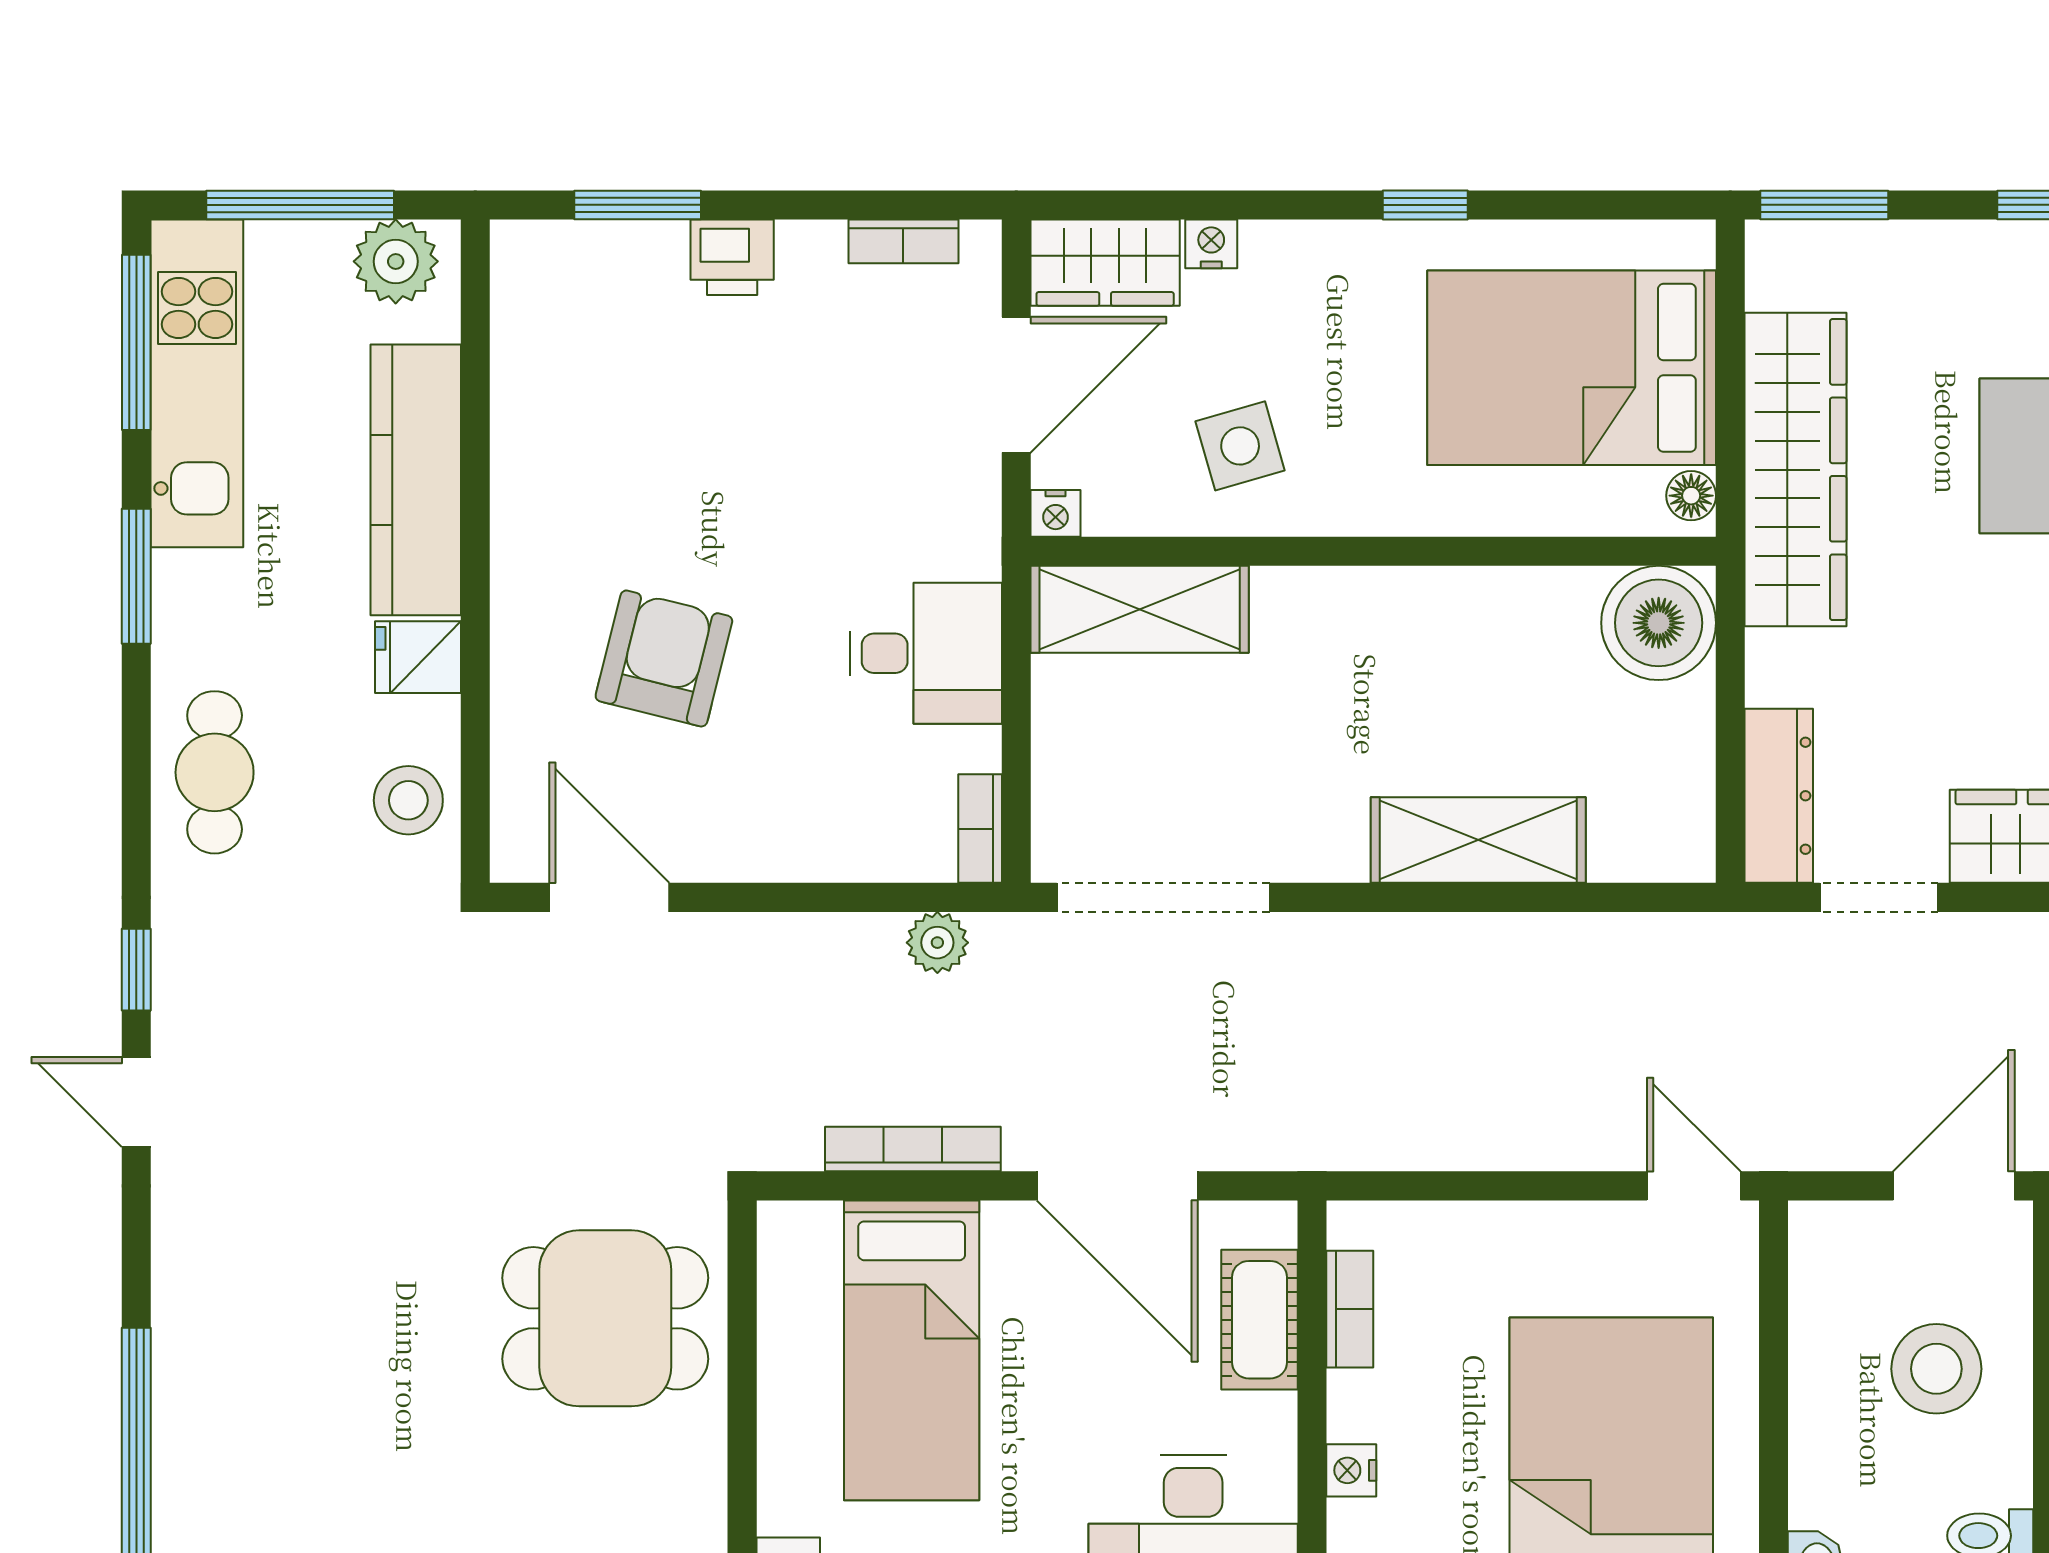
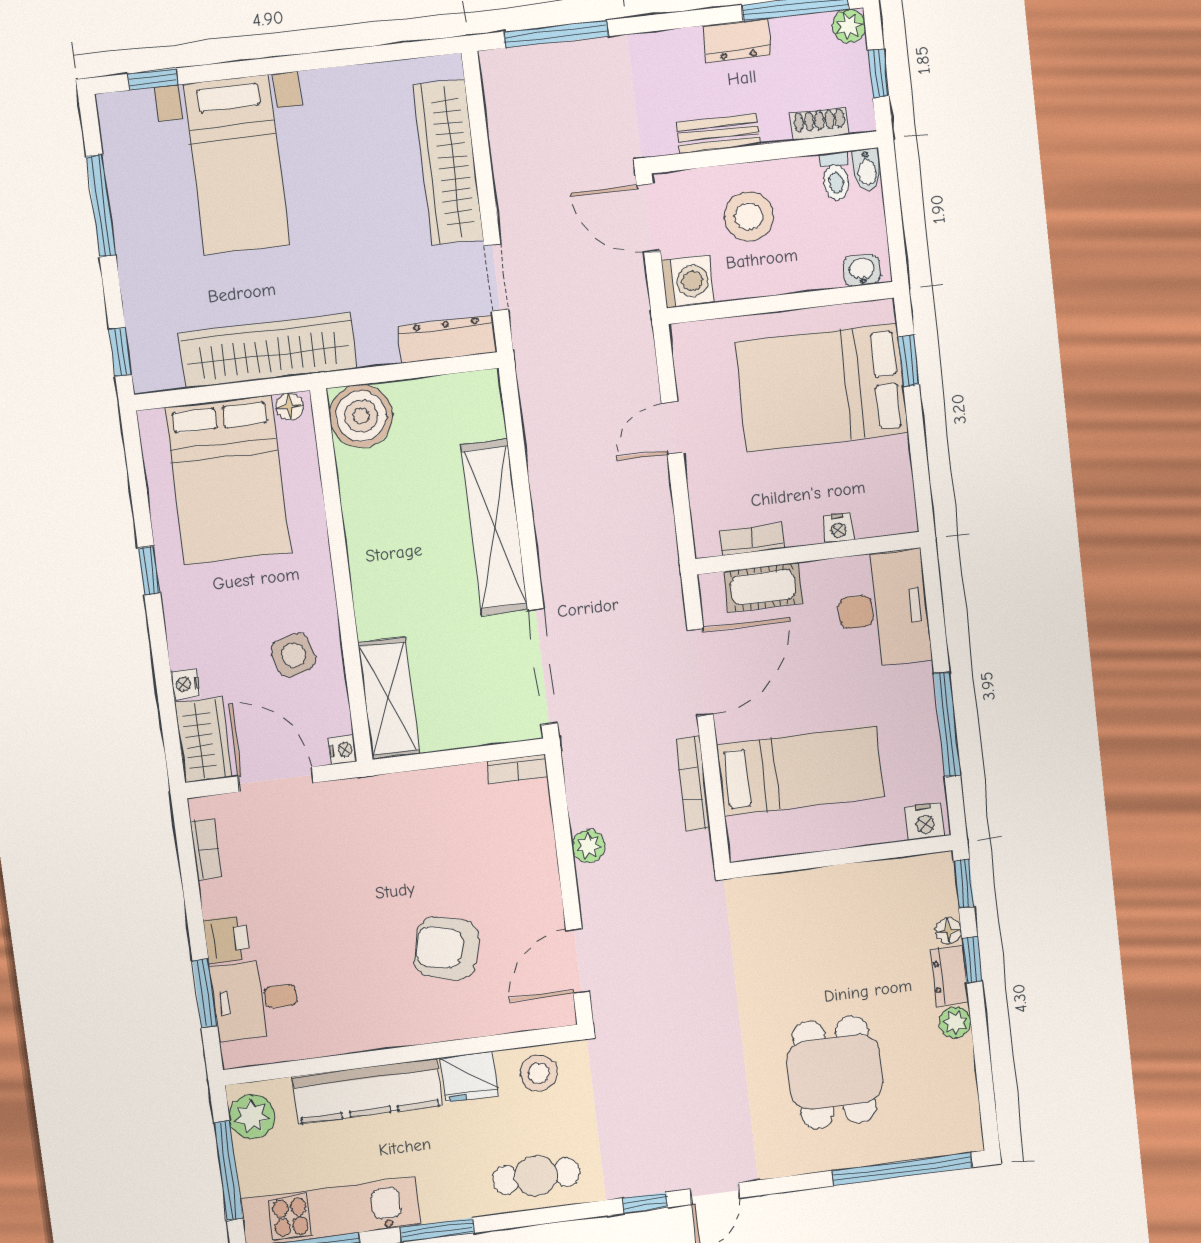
window: (1824, 205) -> (120, 352), width x0.67
desk: (926, 653) -> (255, 999), moved, turned -90
fridge: (418, 657) -> (469, 1077), width x1.38
shelving: (1478, 840) -> (495, 527), width x1.47
plant: (937, 943) -> (588, 846), moved
door: (1694, 1186) -> (672, 428), moved
washing machine: (1832, 1244) -> (688, 281), added
dining table: (605, 1318) -> (835, 1072), moved

